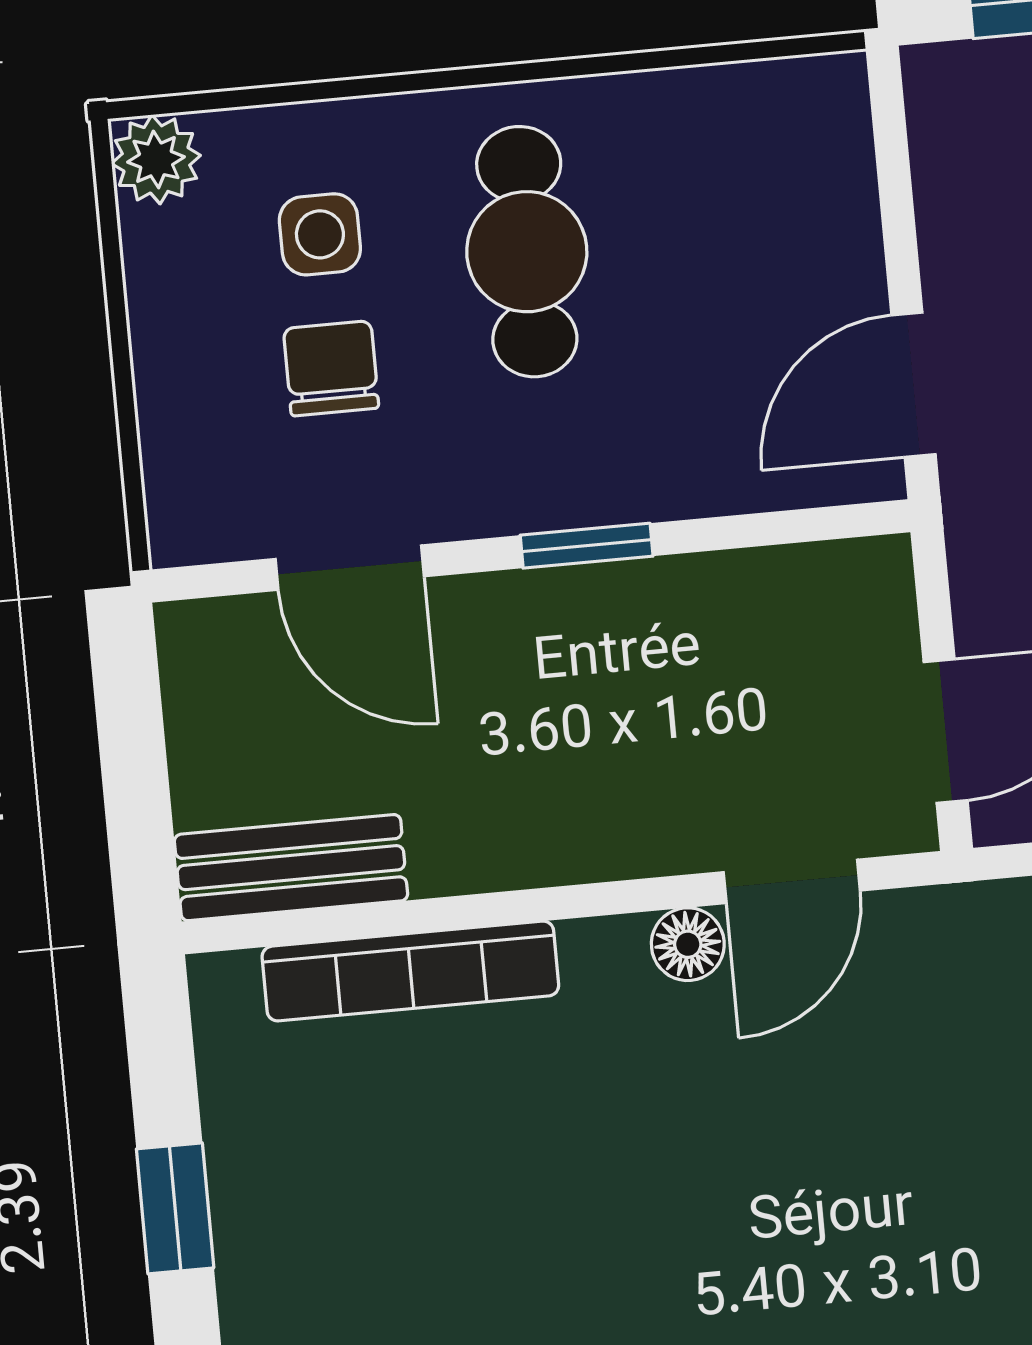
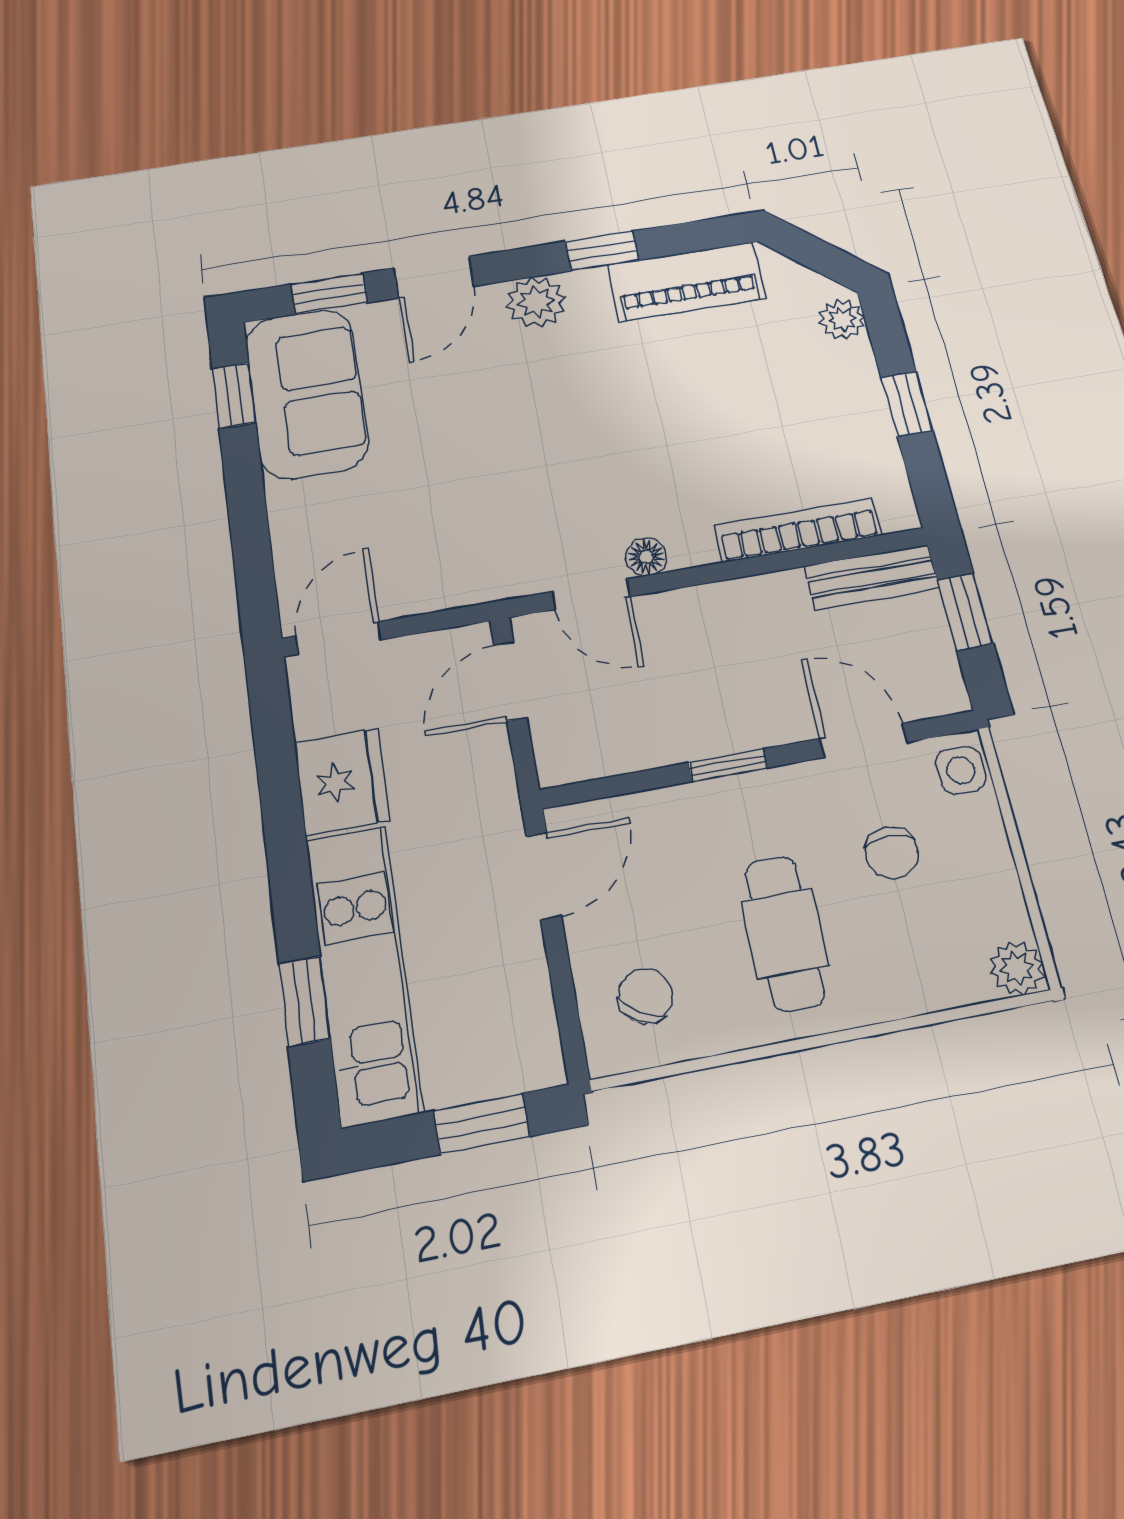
chair: (764, 172) -> (645, 996), added
side table: (320, 234) -> (961, 770), moved
window: (136, 787) -> (965, 612), added
door: (792, 881) -> (591, 594), swing flipped

